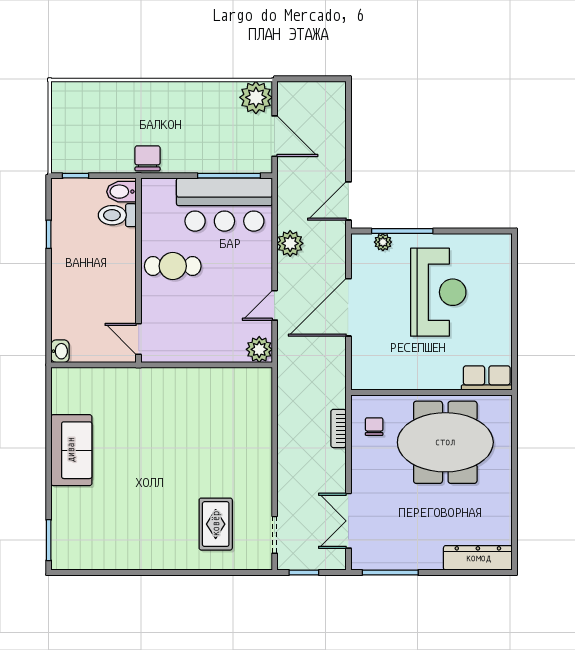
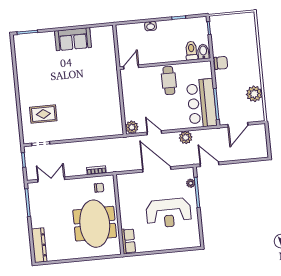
plant: (256, 97) -> (254, 94), moved
washbasin: (60, 351) -> (151, 26), moved

